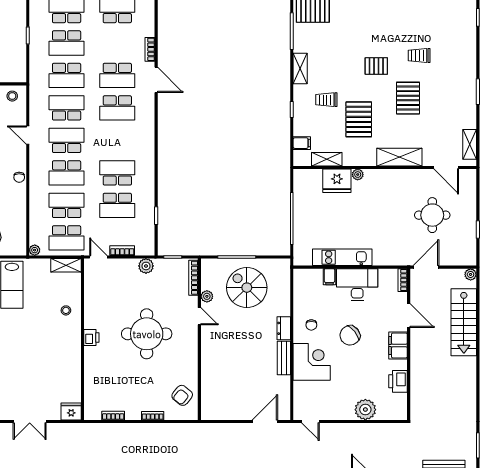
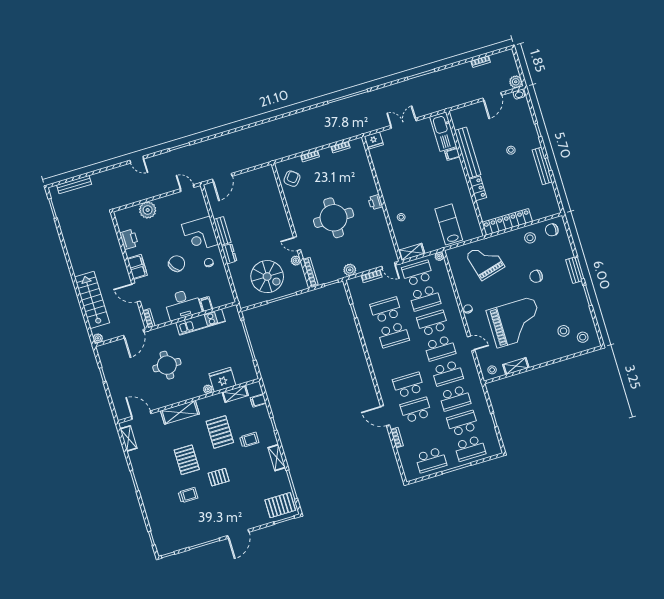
school desk: (67, 75) -> (455, 398), turned 180
round table: (432, 215) -> (167, 365), moved

